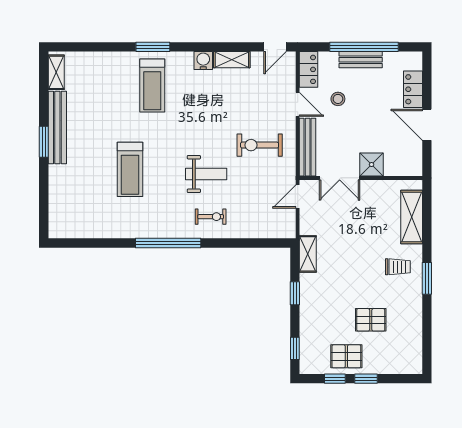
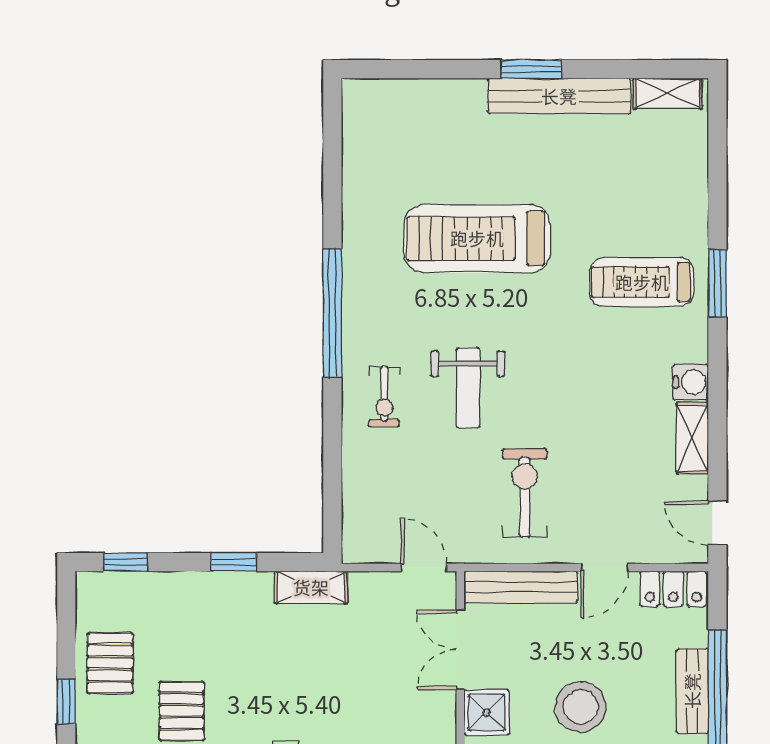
stool: (338, 99) -> (580, 707), moved, width x1.89, depth x1.89
treadmill: (130, 169) -> (477, 238), width x1.37, depth x1.38
window: (335, 379) -> (66, 641), removed

